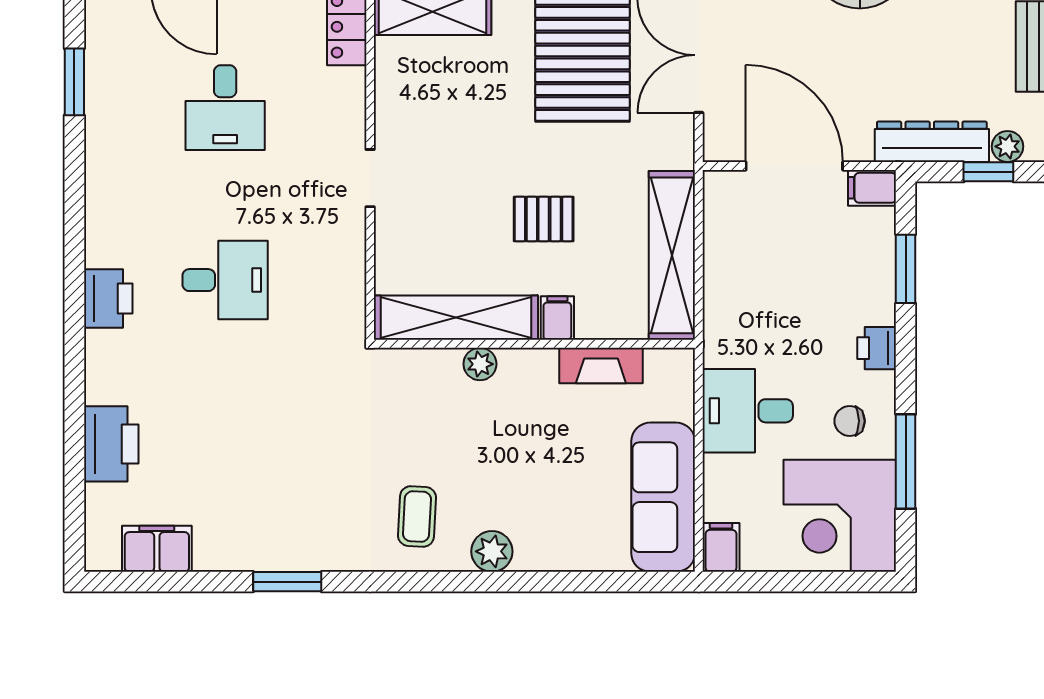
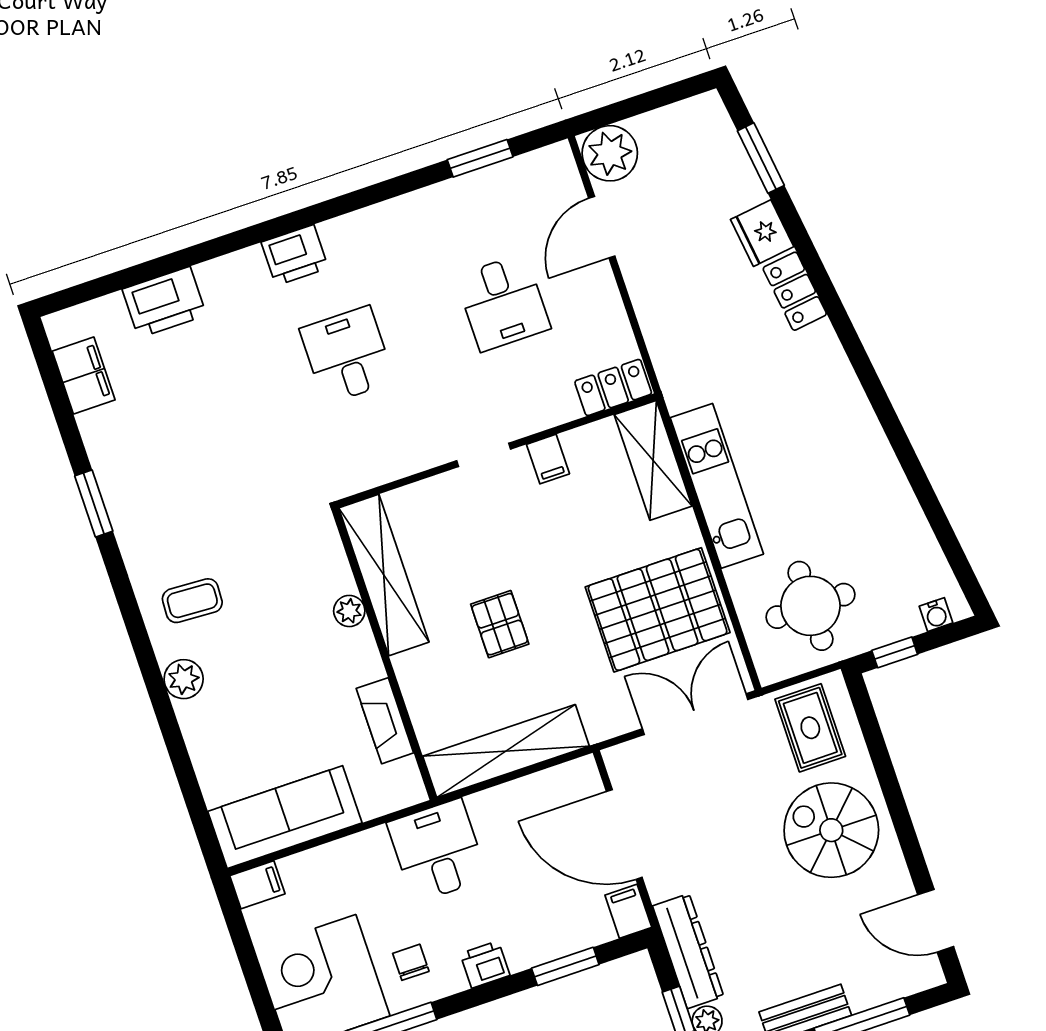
desk: (225, 108) -> (503, 302), turned -90
door: (794, 166) -> (624, 834), swing flipped
desk: (225, 280) -> (347, 355), turned 180
filing cabinet: (557, 318) -> (548, 459), moved, turned 90
desk: (748, 411) -> (438, 851), moved

